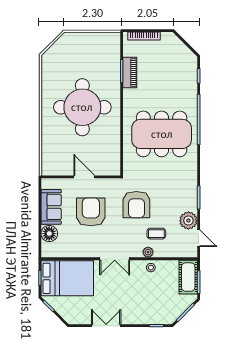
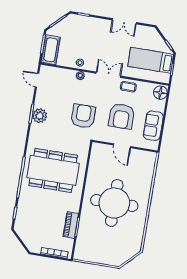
plant: (188, 221) -> (40, 116), moved
floor lamp: (49, 234) -> (160, 93), moved
coffee table: (156, 234) -> (128, 87), moved
bed: (67, 278) -> (151, 60), width x0.67

